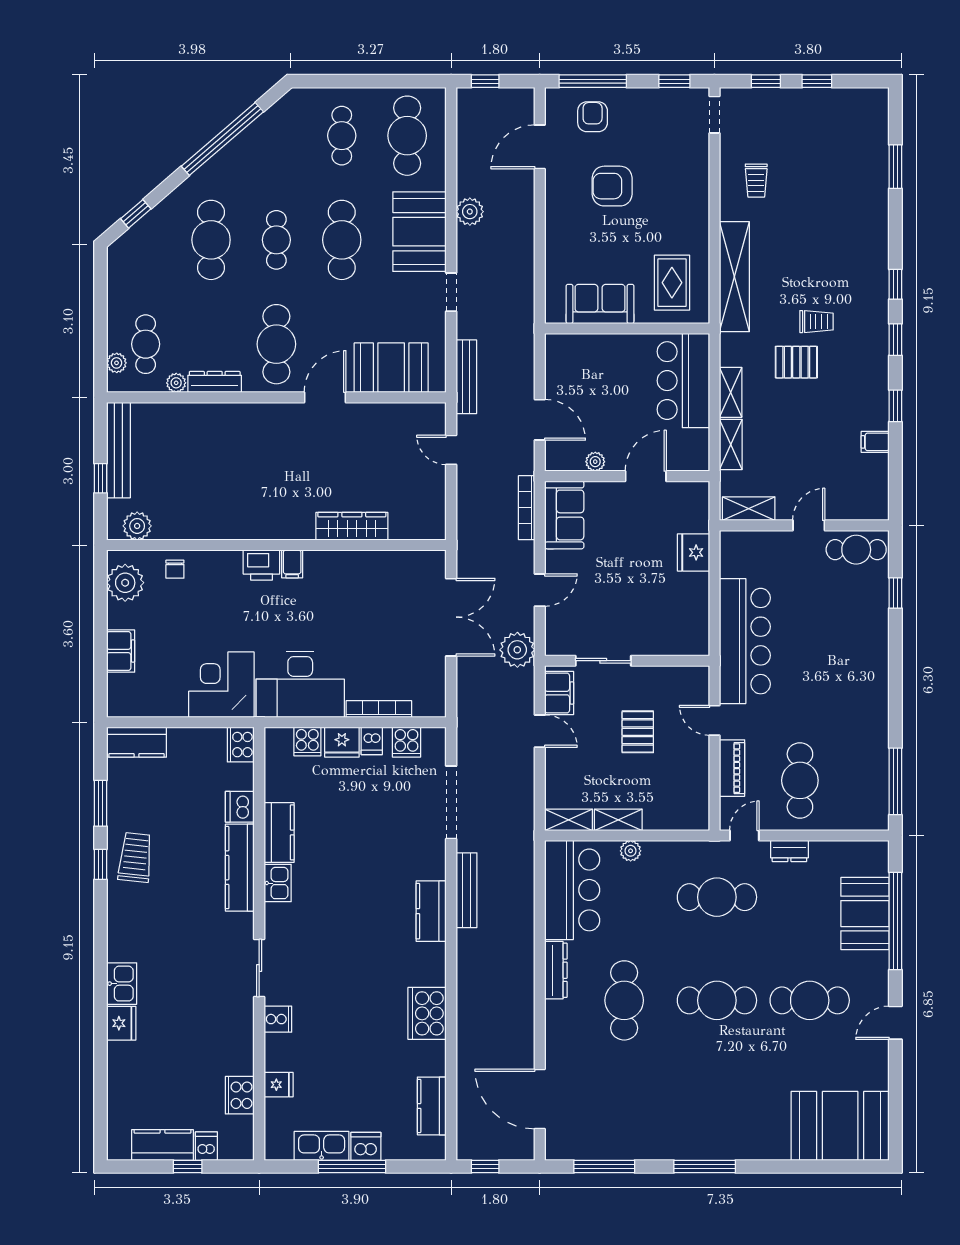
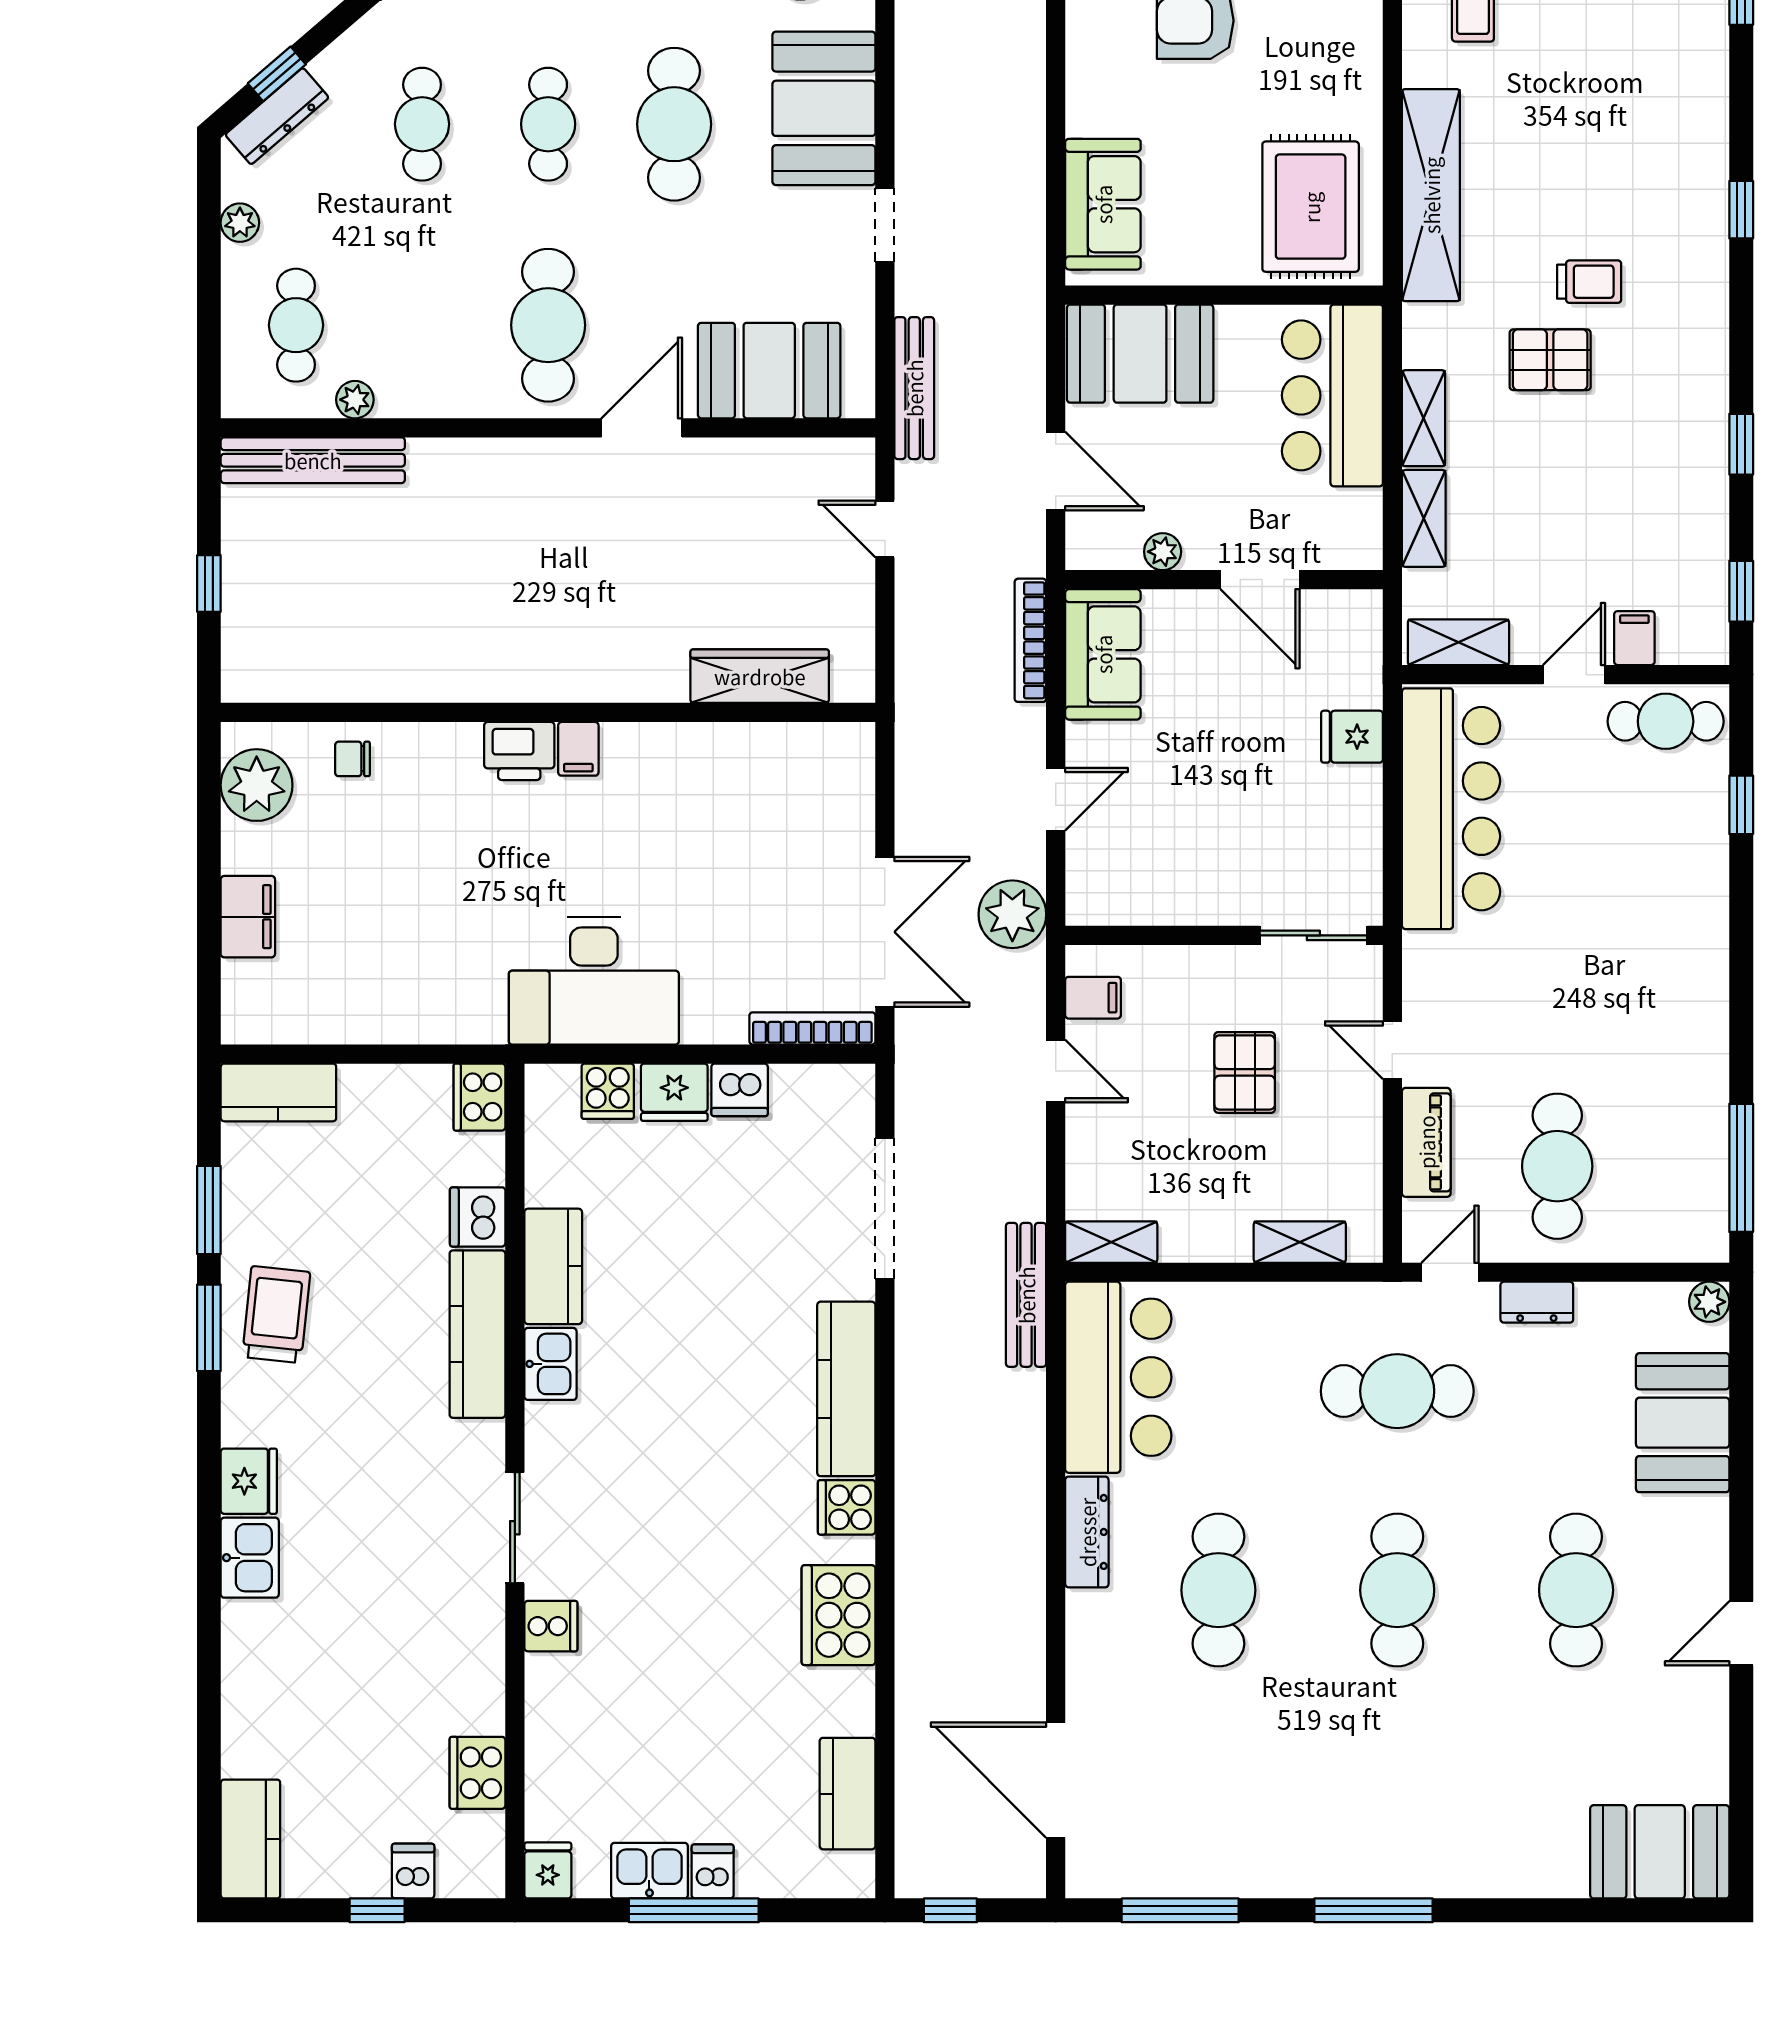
plant: (470, 212) -> (921, 70), removed
cafe table: (211, 240) -> (422, 124), width x0.73, depth x0.74
rug: (672, 283) -> (1311, 207), width x1.36, depth x1.43
sofa: (600, 304) -> (1103, 204), moved, turned 90
window: (895, 340) -> (1741, 591), moved
booth: (584, 359) -> (1140, 354), added
plant: (117, 363) -> (240, 223), moved
dresser: (215, 382) -> (277, 116), moved, turned 139
filing cabinet: (875, 442) -> (1634, 638), moved, turned 90
bench: (118, 450) -> (313, 460), moved, turned 90
door: (646, 476) -> (1260, 580), swing flipped
plant: (137, 526) -> (280, 676), removed
wardrobe: (352, 526) -> (760, 676), moved
fridge: (694, 552) -> (1352, 737), width x0.72
chair: (175, 569) -> (352, 759), turned 90
double door: (451, 617) -> (885, 932), moved
bar counter: (745, 641) -> (1451, 809), moved
sliding door: (603, 661) -> (1313, 935), moved
corner desk: (221, 685) -> (442, 982), removed
filing cabinet: (559, 693) -> (1093, 998), width x0.50
bookcase: (379, 709) -> (812, 1028), moved
dishwasher: (372, 741) -> (740, 1090), width x1.38
cooker: (407, 742) -> (847, 1507), moved, turned 90
shelving: (618, 820) -> (1300, 1242), moved
plant: (631, 851) -> (1709, 1302), moved
window: (100, 864) -> (209, 1328), width x1.50
bench: (467, 890) -> (1026, 1295), moved
kitchen counter: (431, 911) -> (846, 1389), width x1.50
window: (895, 921) -> (1741, 1437), removed
cafe table: (717, 1000) -> (1397, 1590), turned 90
cafe table: (810, 1000) -> (1576, 1590), turned 90
fridge: (121, 1023) -> (249, 1481), moved
fridge: (279, 1085) -> (548, 1870), moved, turned -90
booth: (840, 1126) -> (1660, 1852), width x0.73, depth x0.70
kitchen counter: (162, 1145) -> (250, 1839), moved, turned 90
kitchen sink: (322, 1146) -> (649, 1871), width x0.73
dishwasher: (366, 1146) -> (713, 1871), width x0.73

